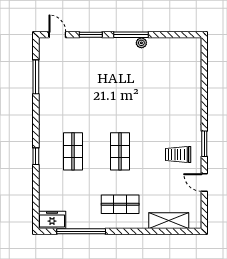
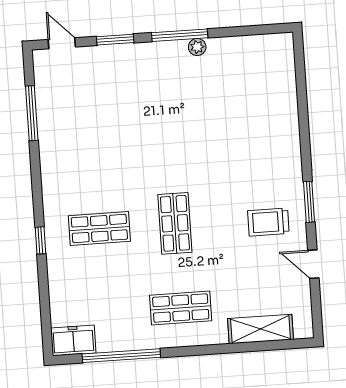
shop shelf: (73, 151) -> (99, 228), turned 90

